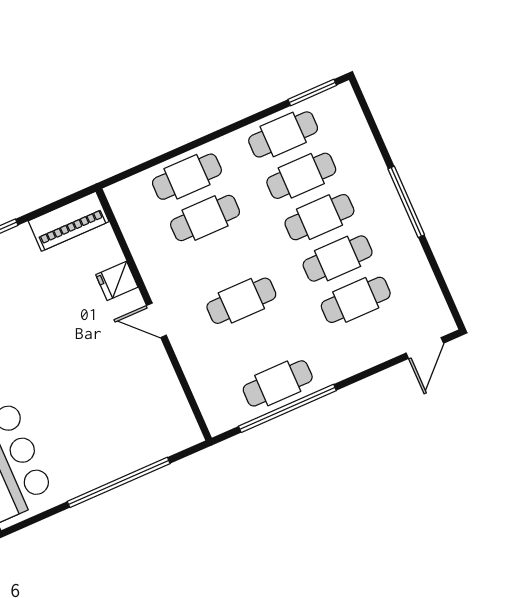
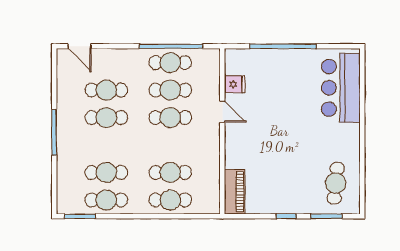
cafe table: (319, 217) -> (170, 90), moved
piano: (69, 221) -> (235, 192), moved, turned 90
fridge: (117, 281) -> (235, 84), moved
door: (156, 320) -> (222, 112), moved
door: (425, 348) -> (80, 46), swing flipped

